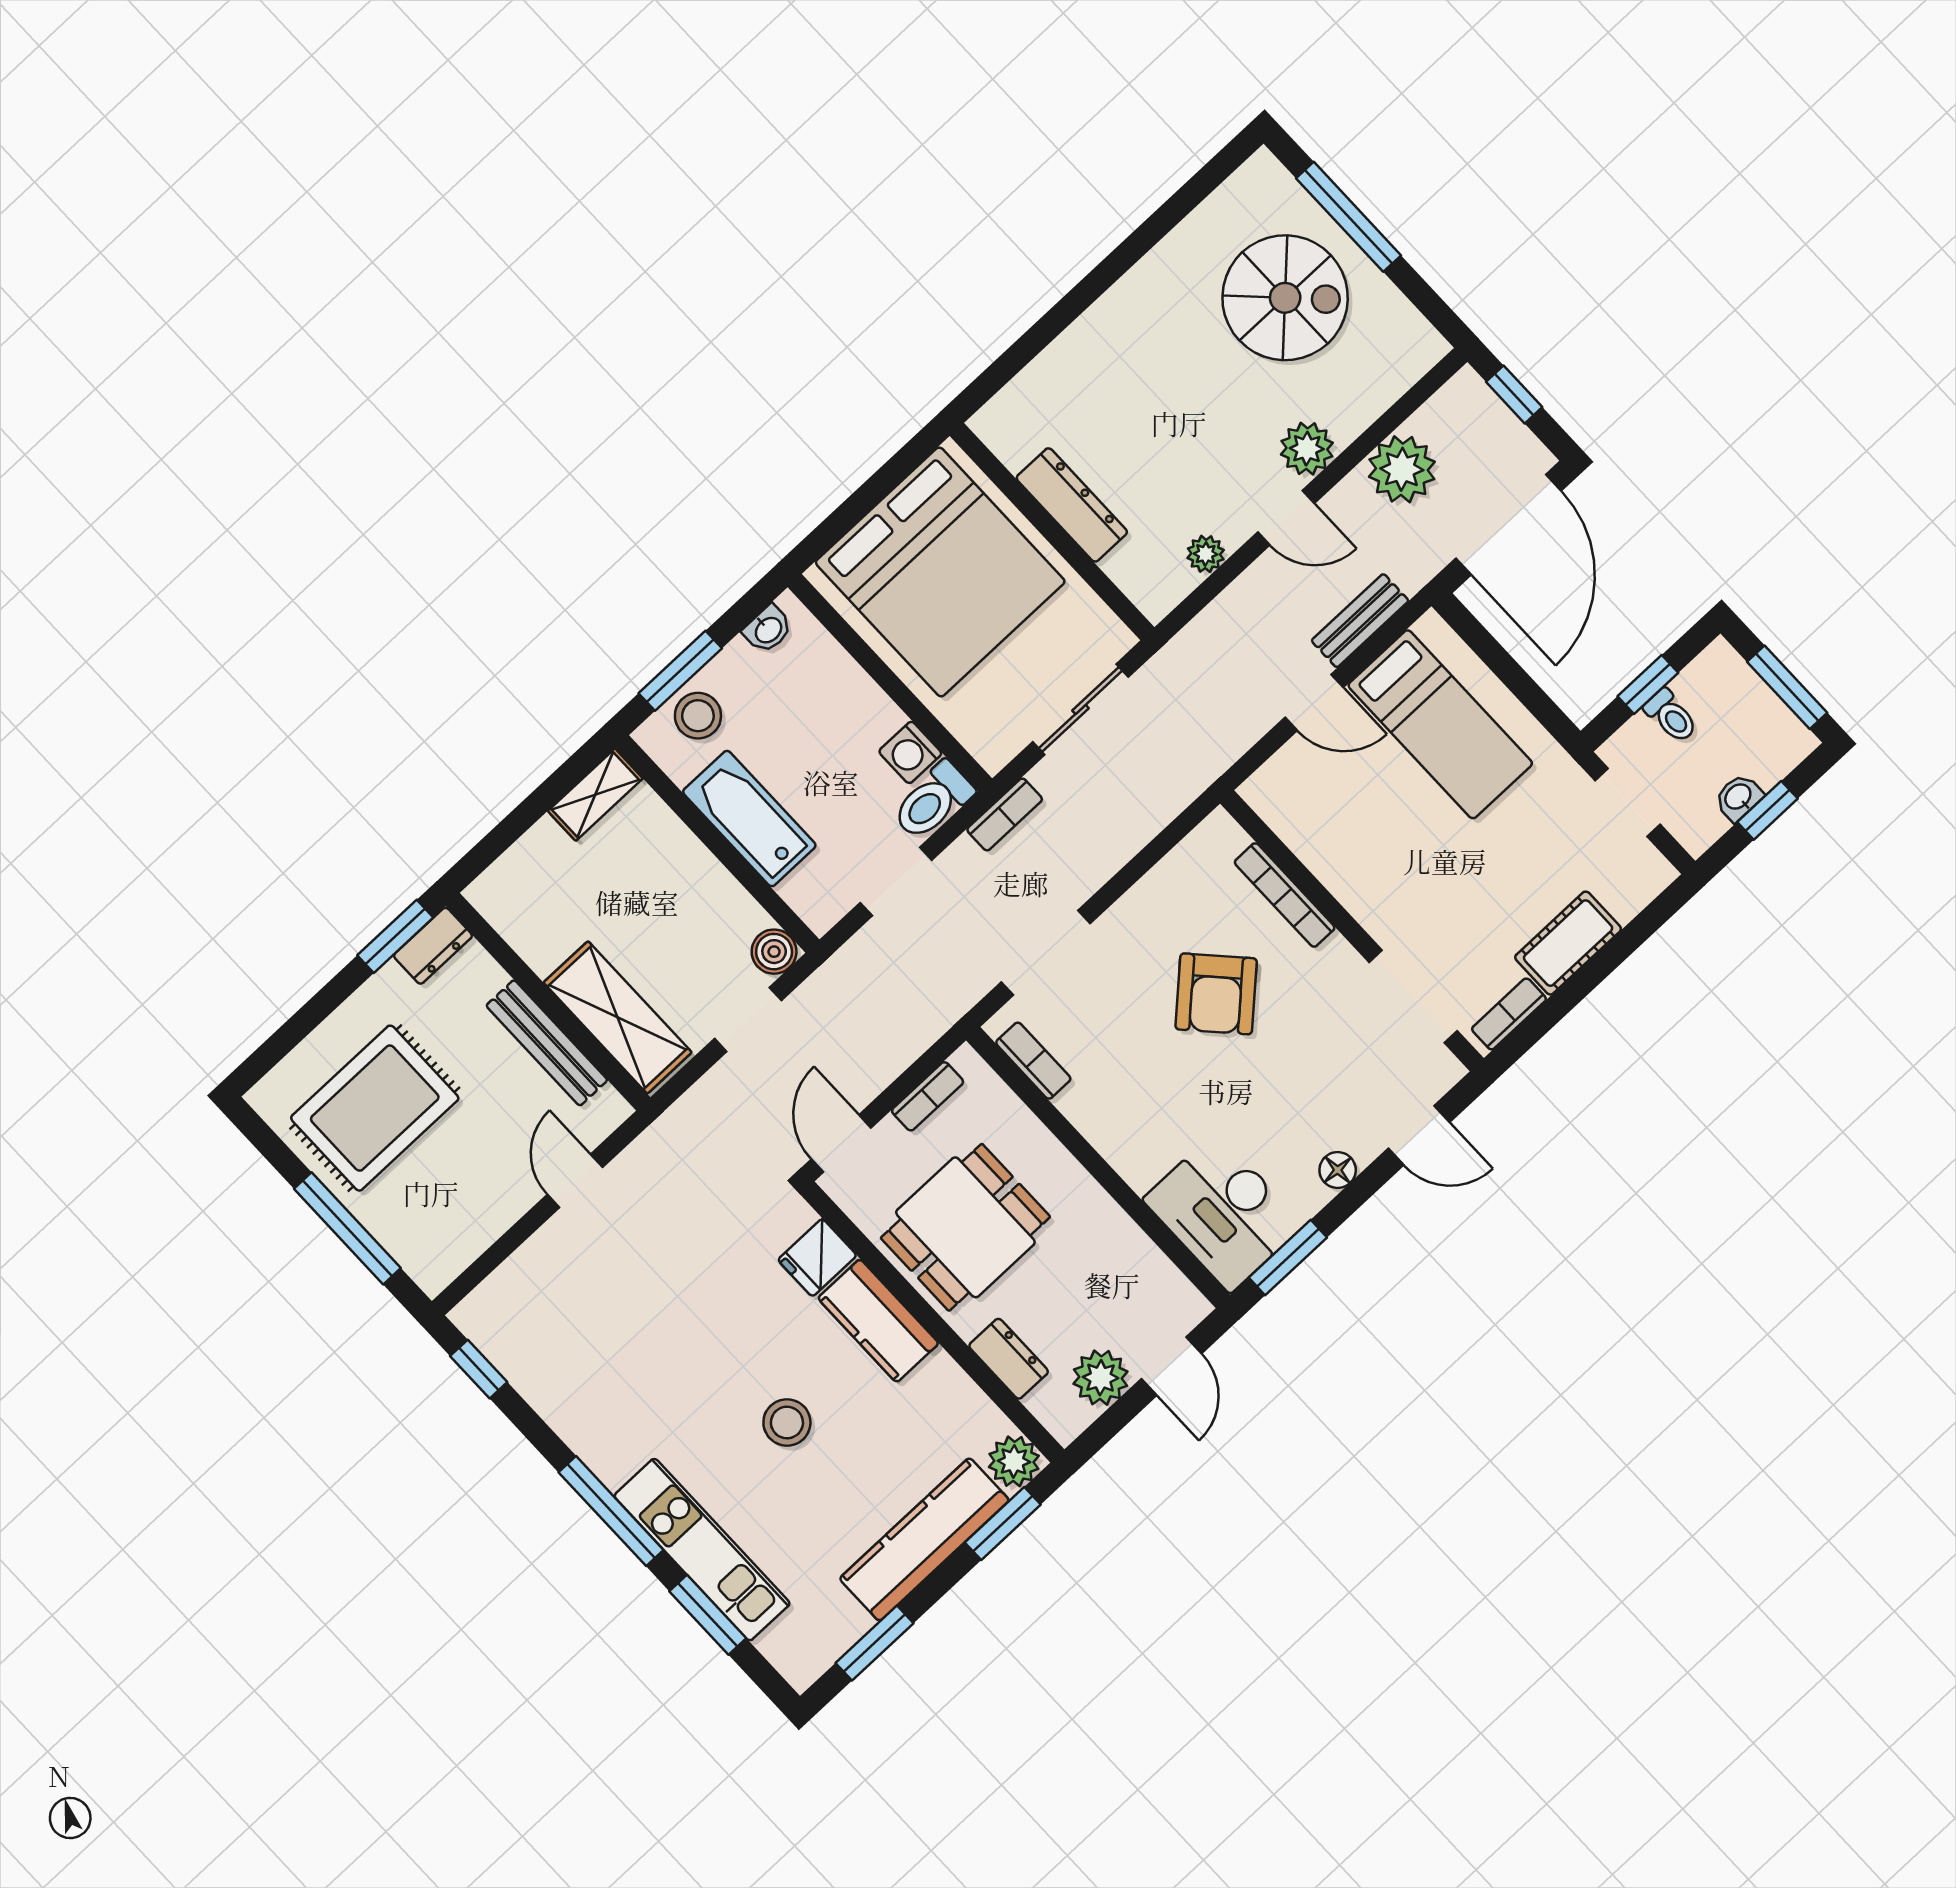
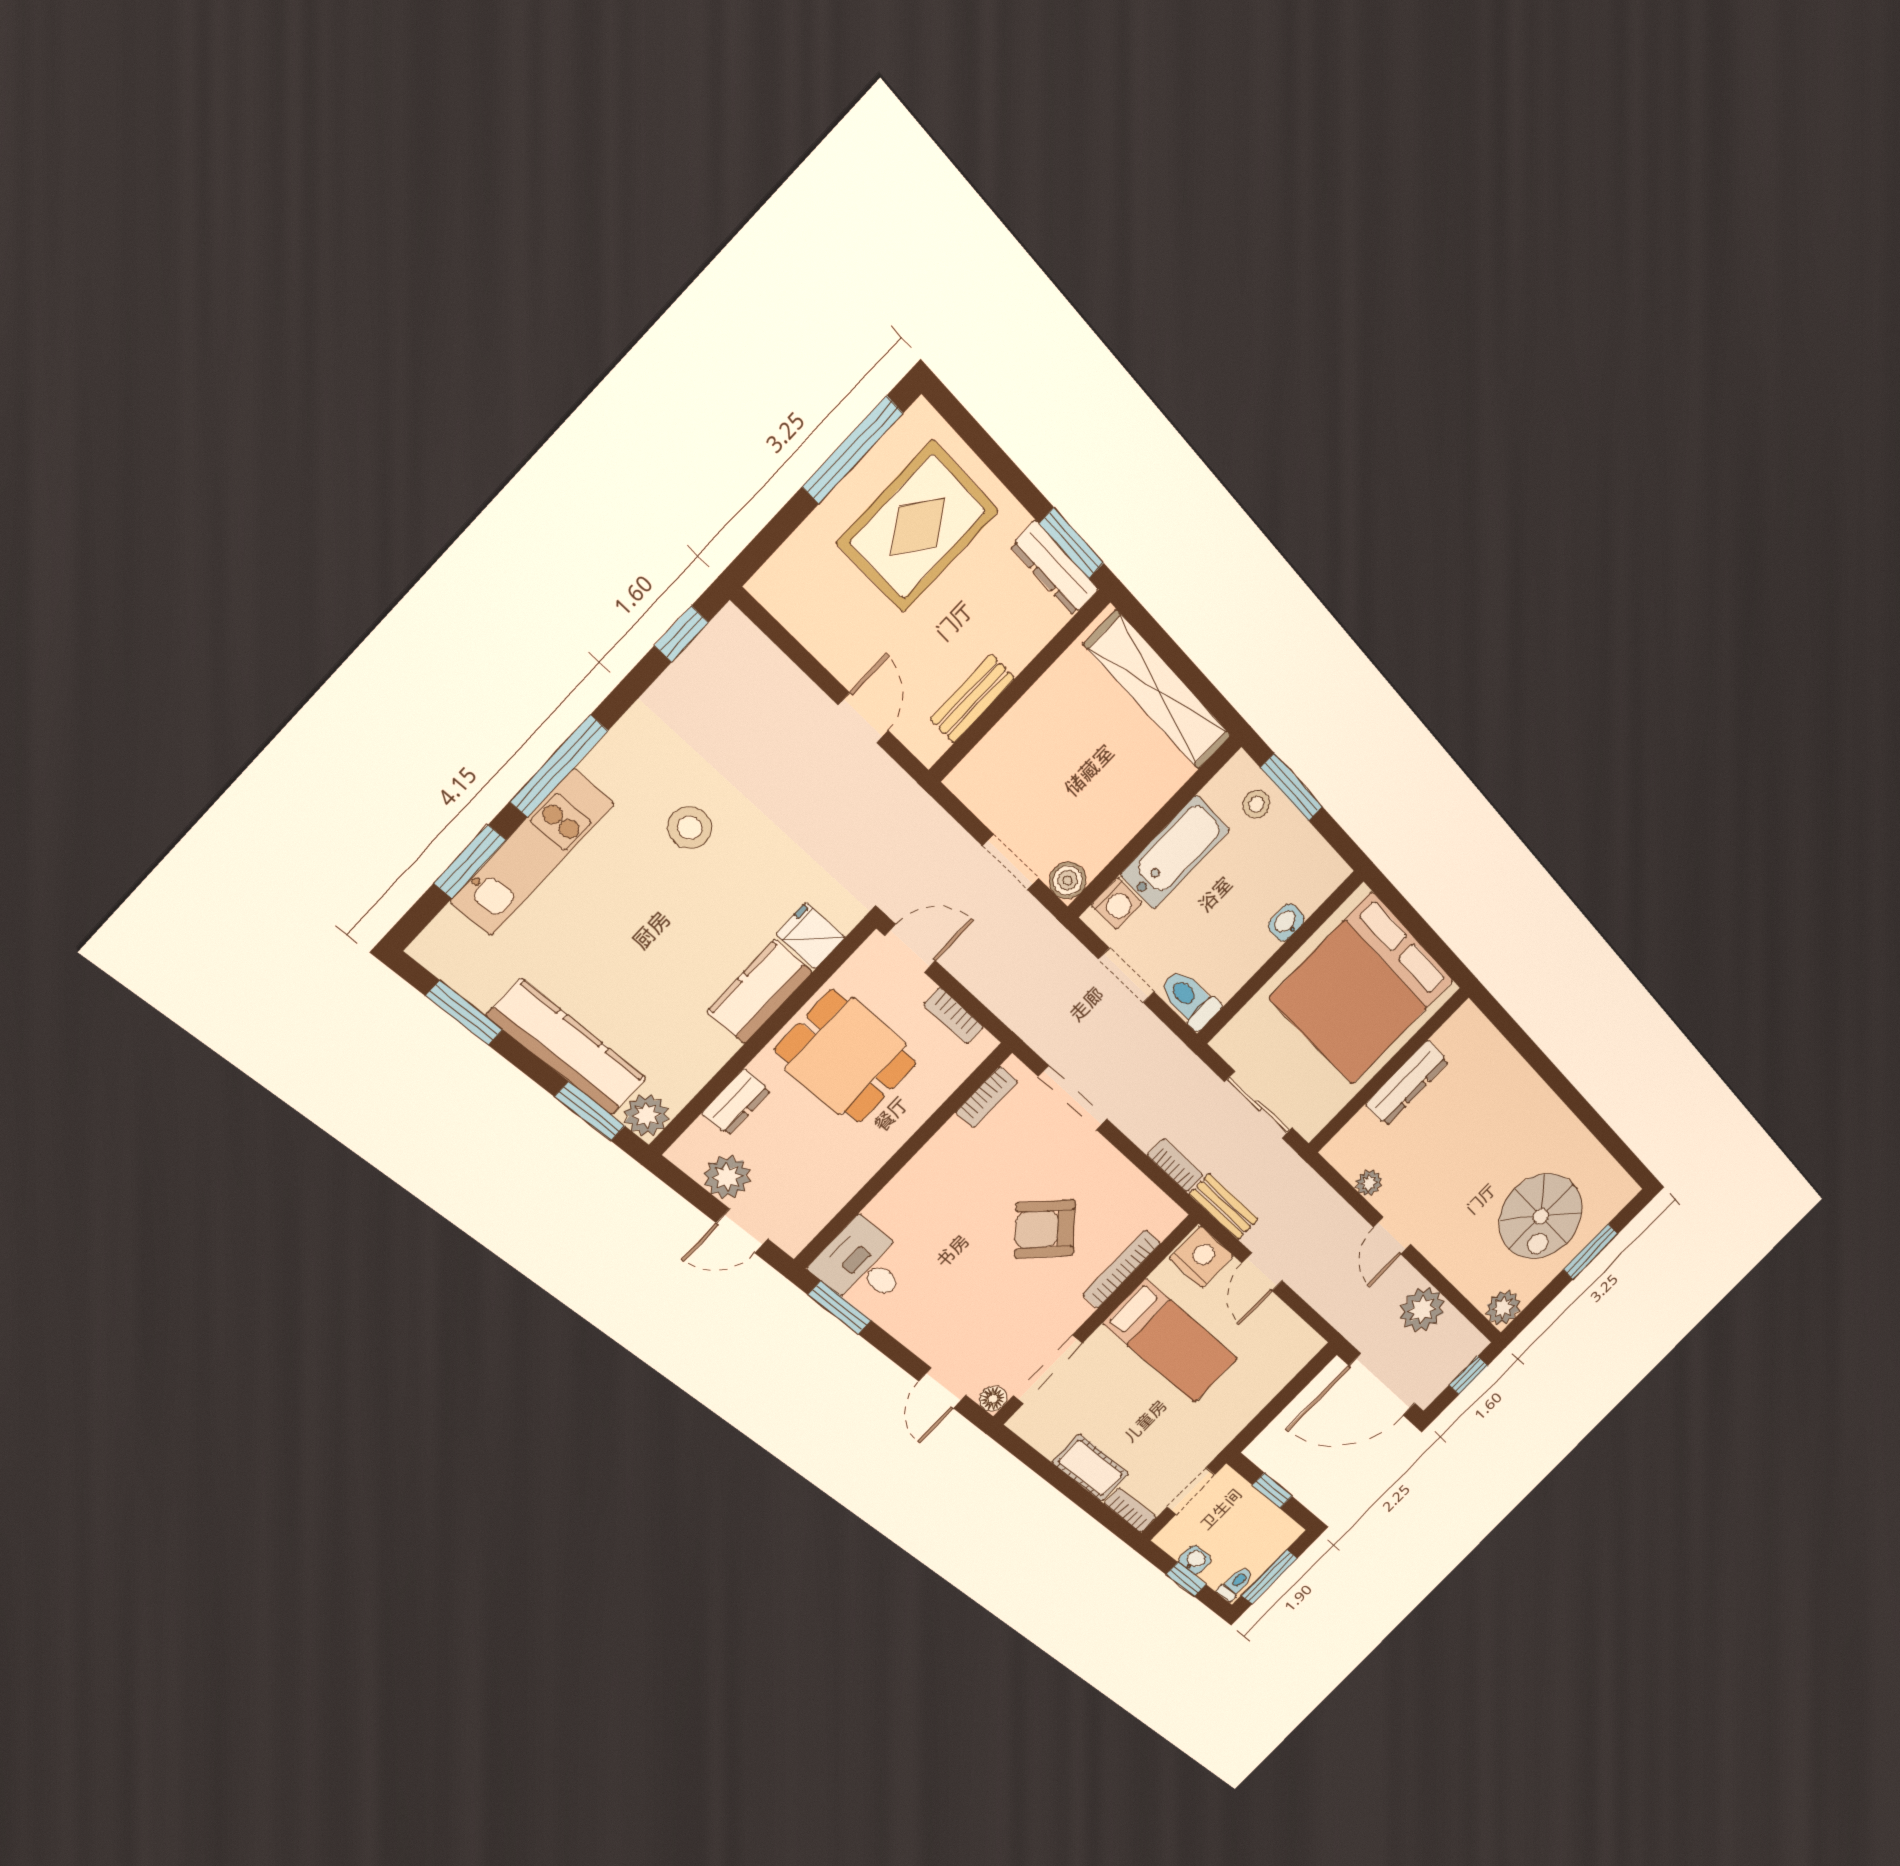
window: (1348, 217) -> (1590, 1252), width x0.69
plant: (1307, 449) -> (1503, 1308), moved
bench: (1360, 621) -> (1224, 1207), moved
washbasin: (768, 629) -> (1286, 923), moved, turned 90
stool: (698, 716) -> (1256, 804), width x0.73, depth x0.73
toilet: (1671, 716) -> (1236, 1584), moved, turned 180
bed: (1440, 724) -> (1171, 1341), moved, turned -90
washing machine: (910, 752) -> (1117, 904), moved, turned 180
nightstand: (1282, 787) -> (1201, 1257), added
shelving: (595, 795) -> (1158, 691), width x2.20, depth x1.33
bookcase: (1005, 814) -> (1175, 1165), moved, turned 180
dresser: (433, 946) -> (1055, 568), width x1.44
bookcase: (1509, 1014) -> (1130, 1510), moved
shelving: (618, 1017) -> (1008, 749), removed
bench: (547, 1043) -> (972, 699), width x0.73
rug: (375, 1108) -> (918, 527), turned 90
floor lamp: (1338, 1170) -> (993, 1399), moved
door: (575, 1181) -> (863, 718), hinge flipped
desk: (1223, 1212) -> (863, 1265), width x0.73
window: (347, 1228) -> (853, 450), moved
stool: (787, 1422) -> (690, 828), moved

